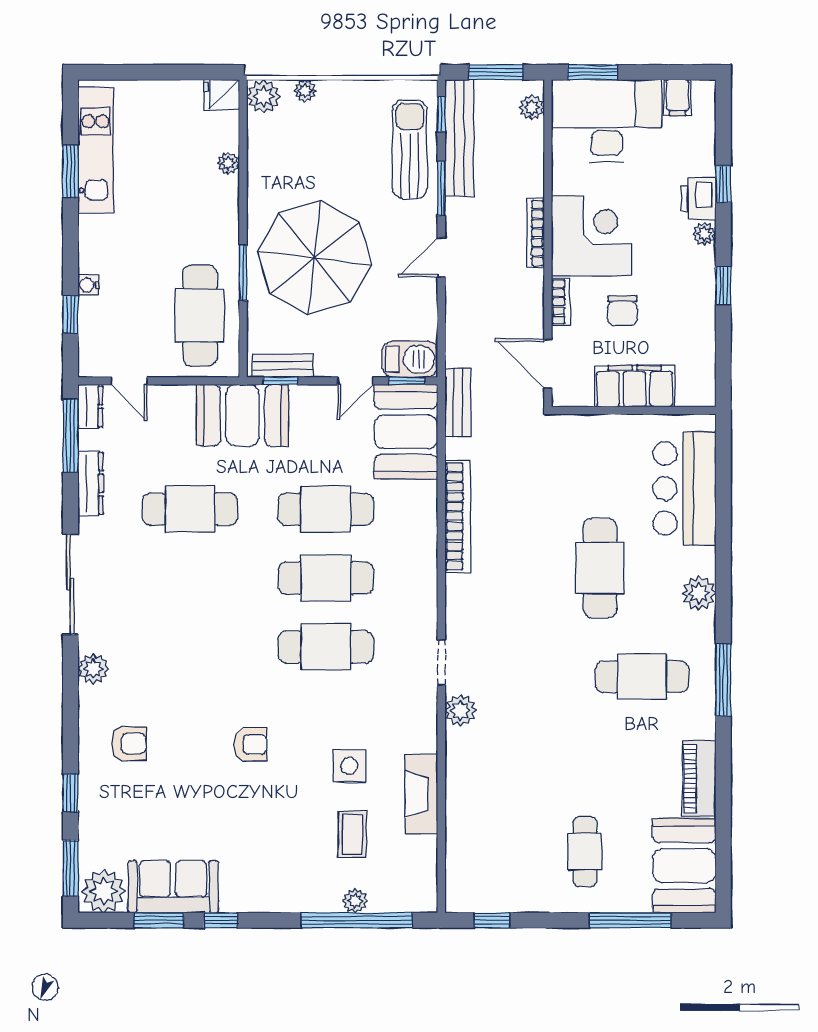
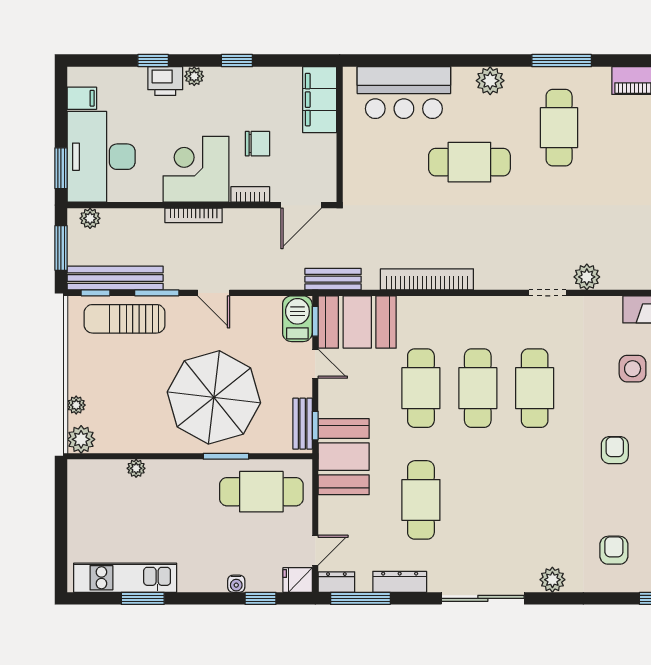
fridge: (222, 95) -> (298, 580), moved, turned 90
filing cabinet: (635, 386) -> (320, 100), moved

